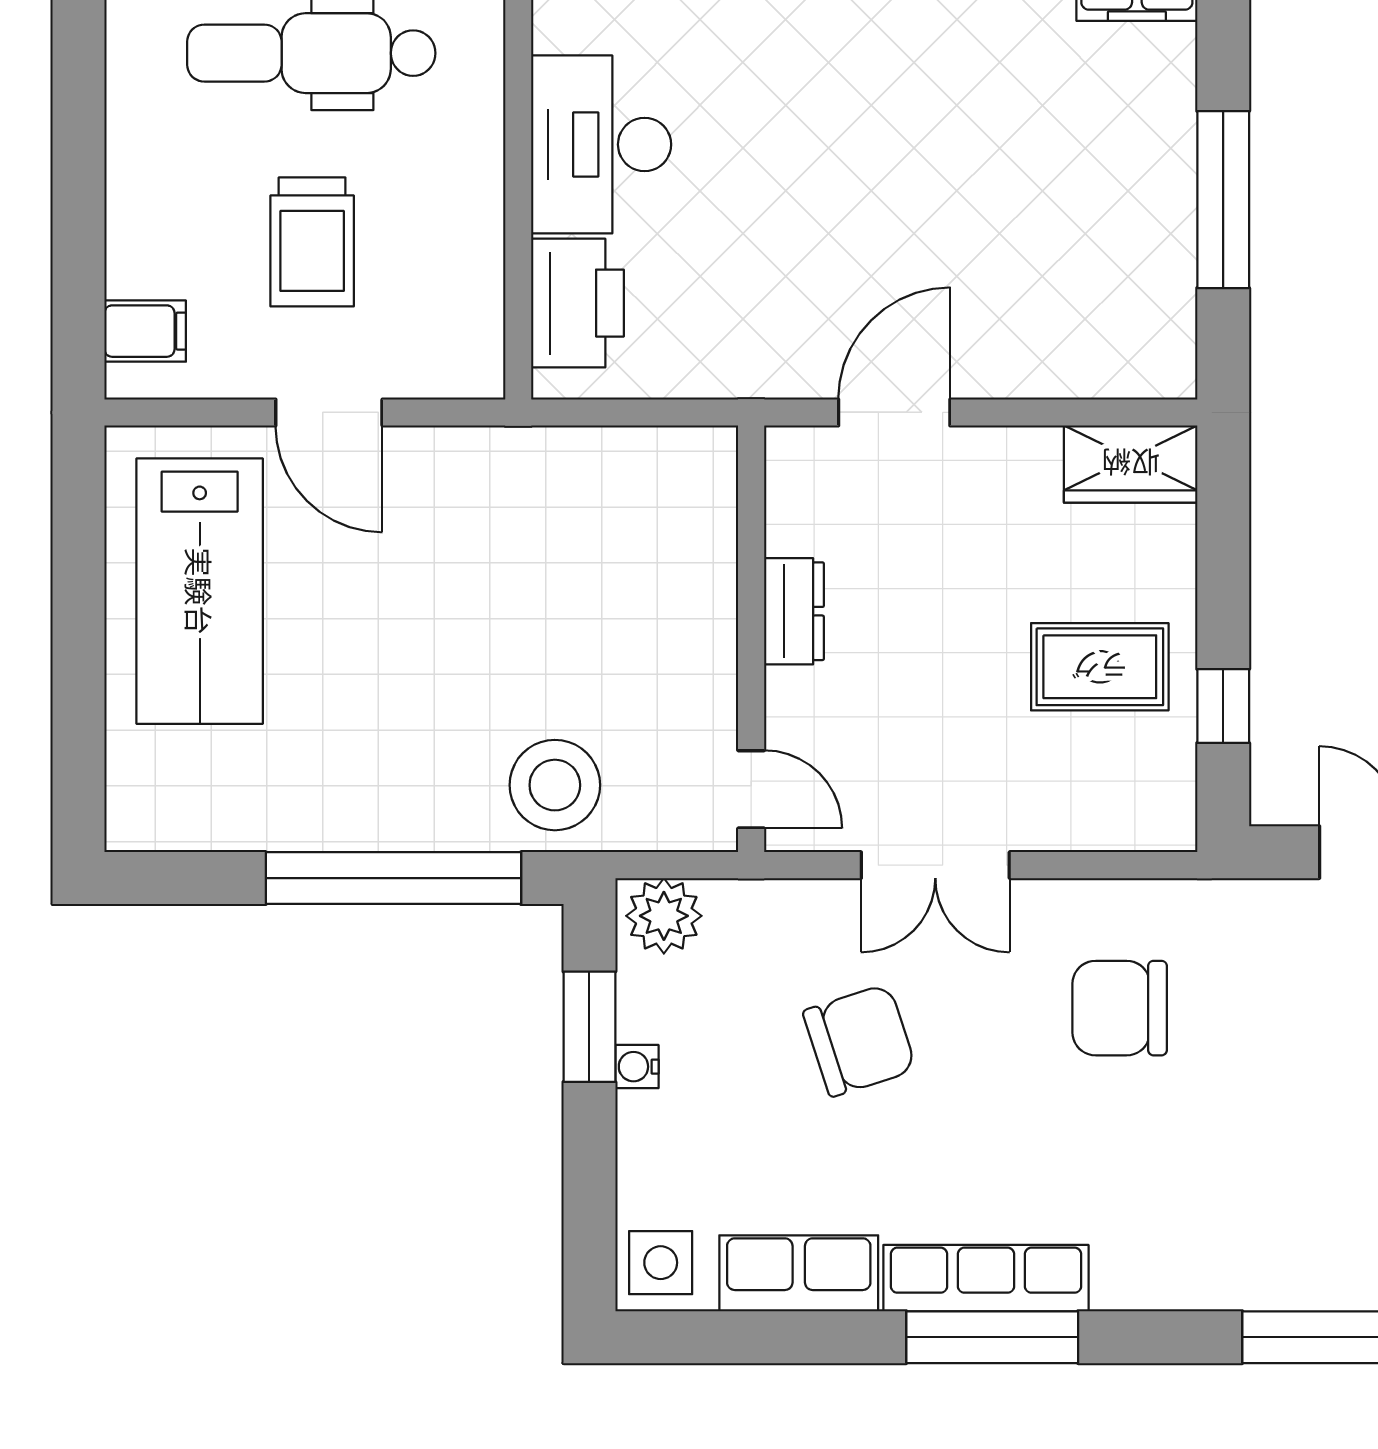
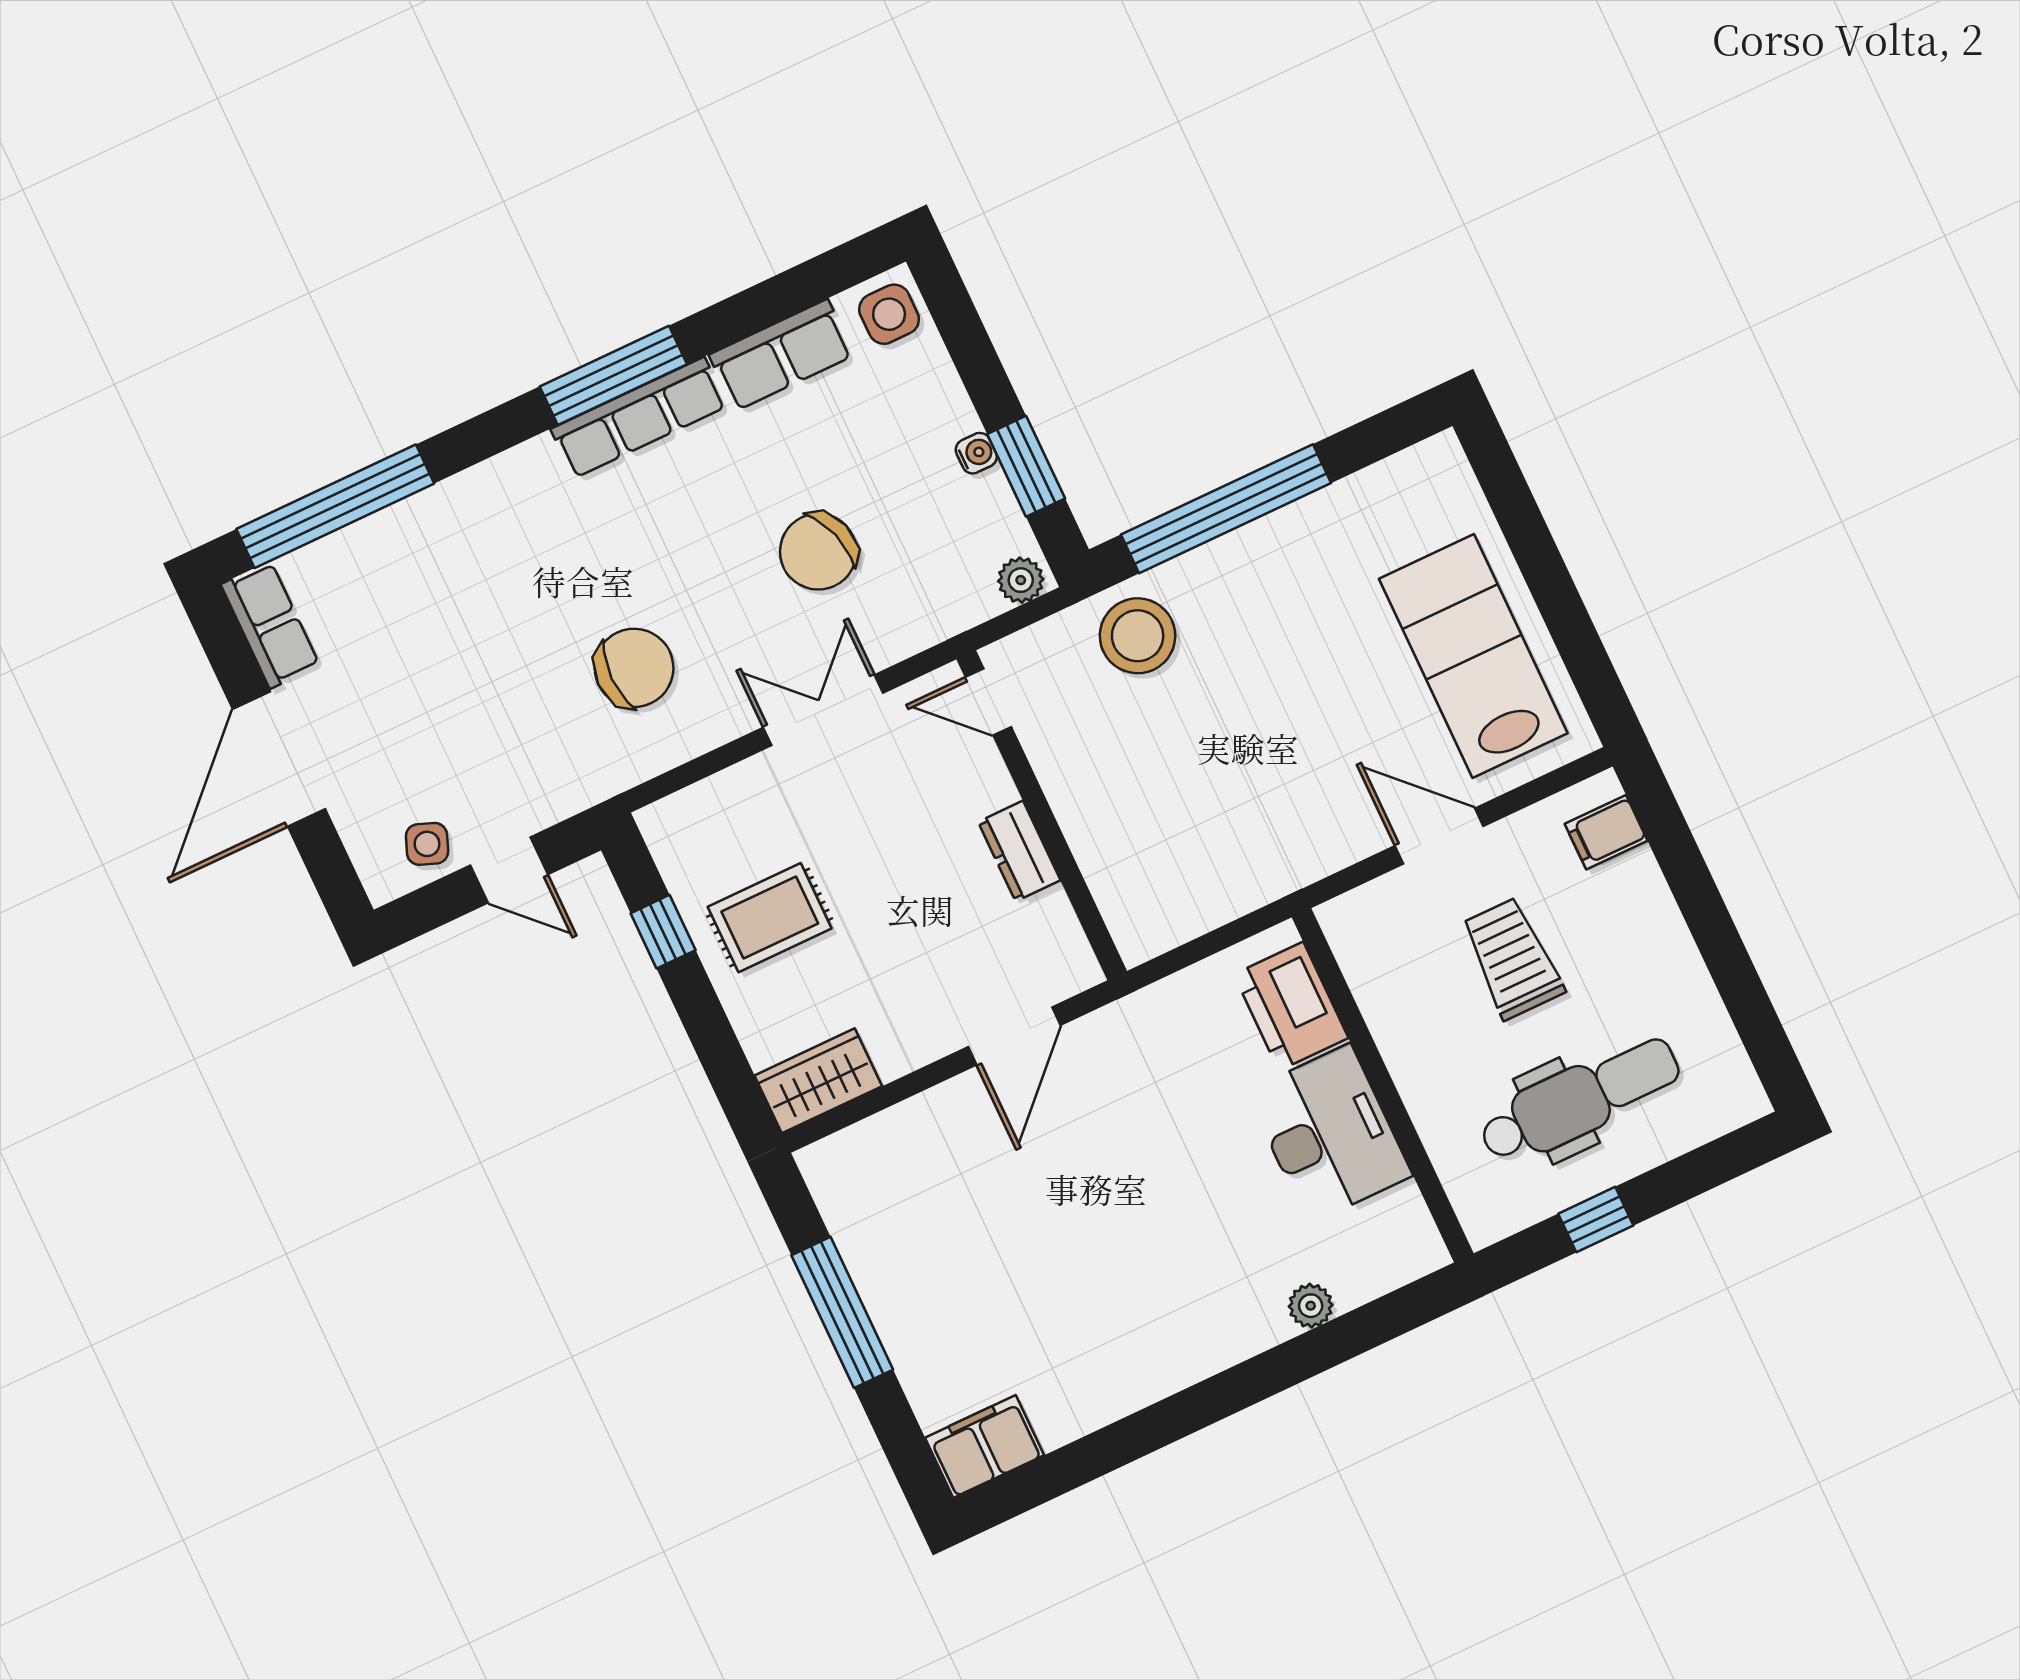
plant: (664, 916) -> (1021, 580), width x0.73, depth x0.73

